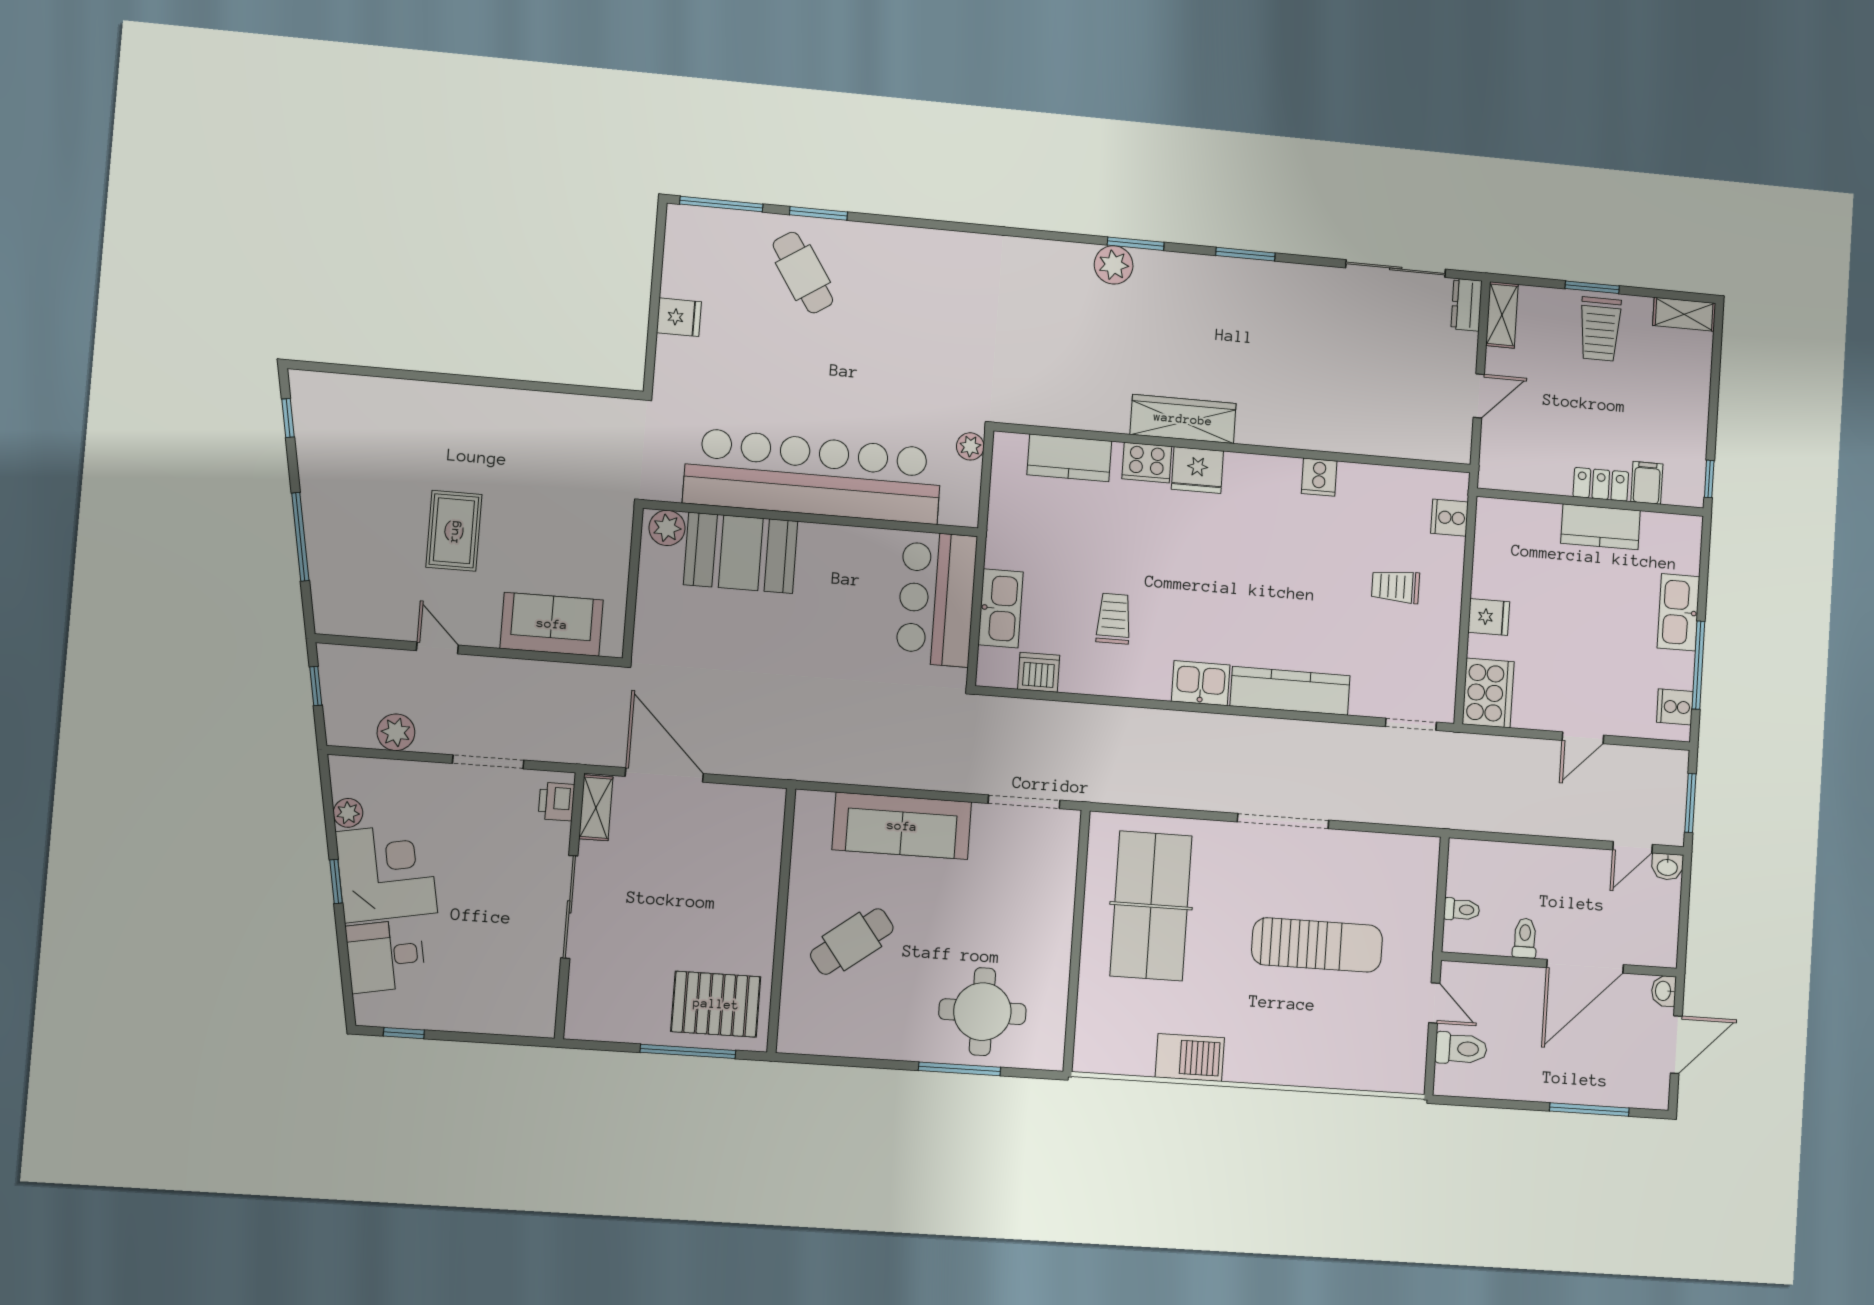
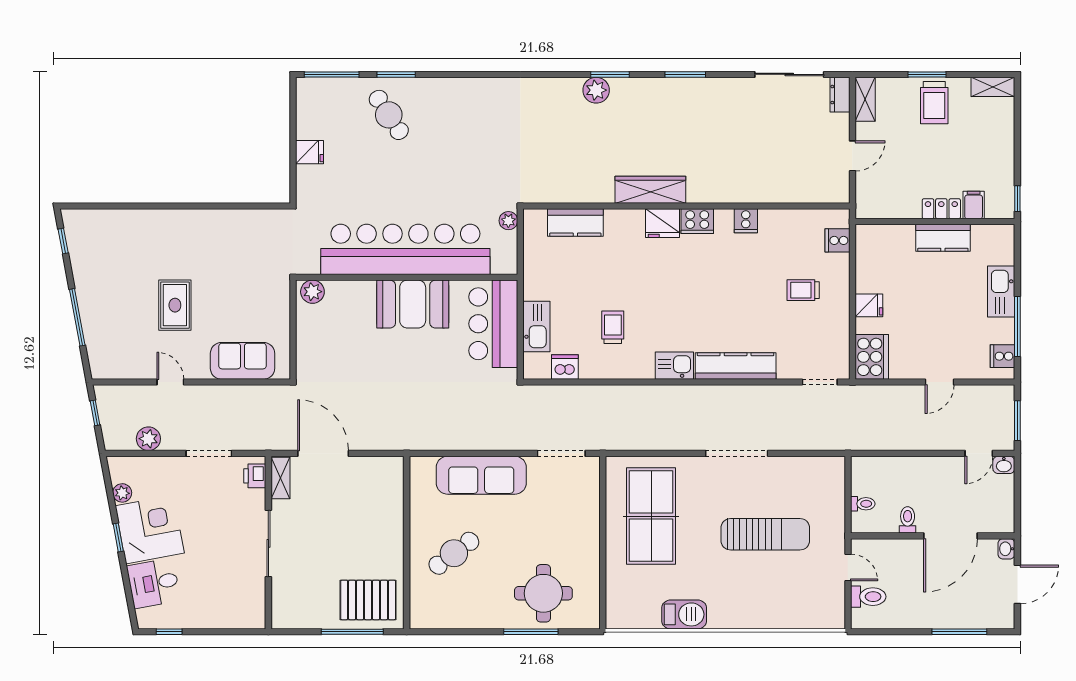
cooker: (1147, 463) -> (697, 221), moved
booth: (741, 553) -> (413, 304), moved

